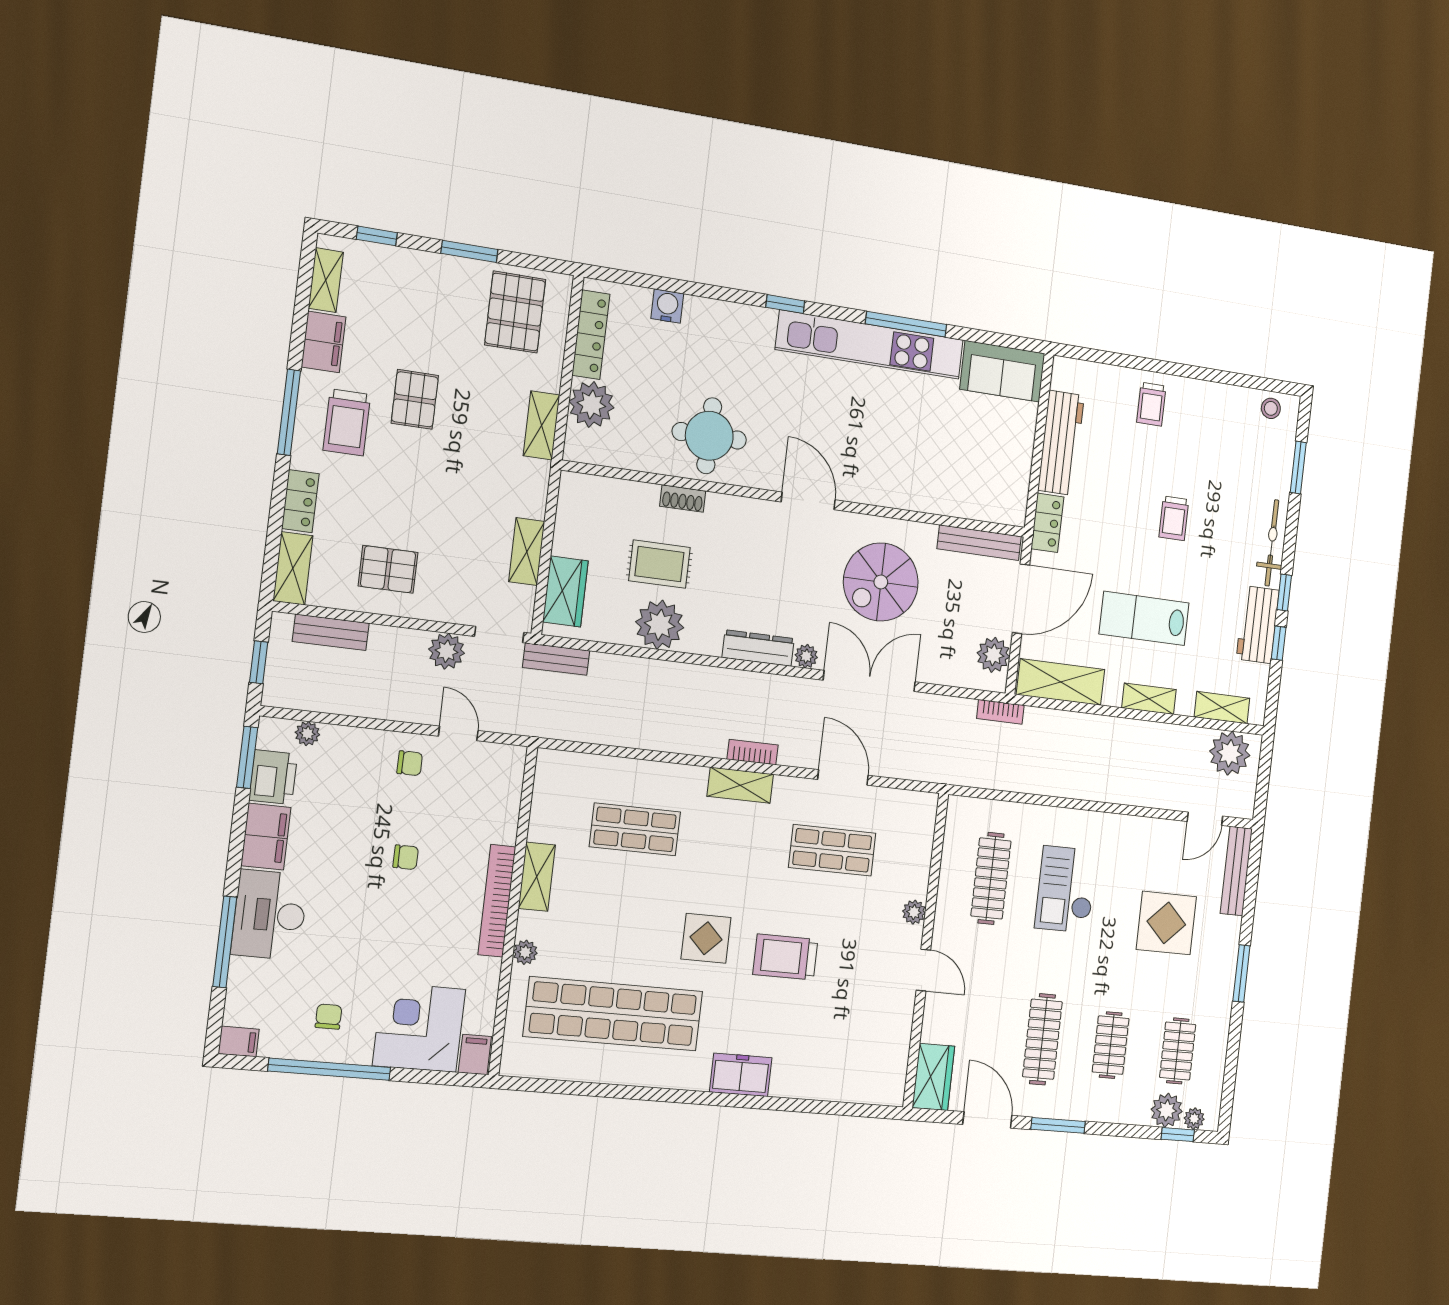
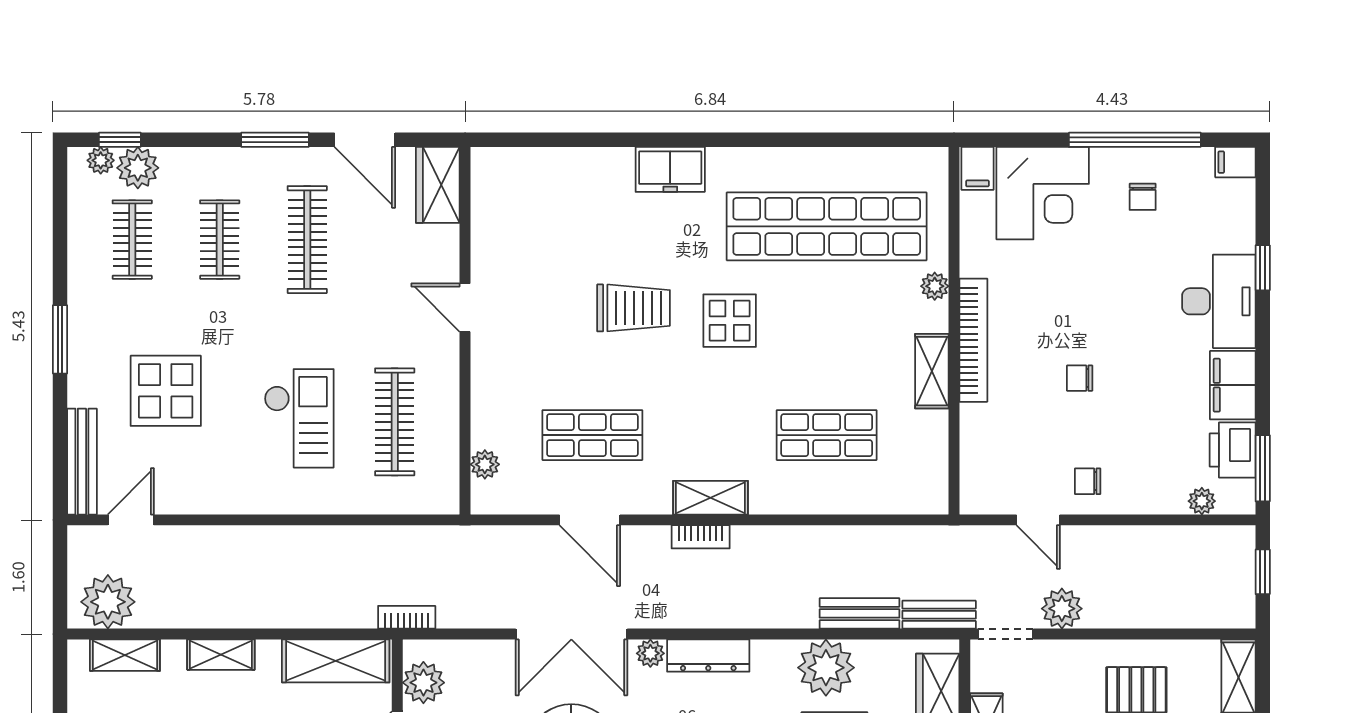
bench: (331, 632) -> (860, 613), moved
plant: (914, 912) -> (485, 464), moved
window: (225, 942) -> (1263, 268), width x0.46

